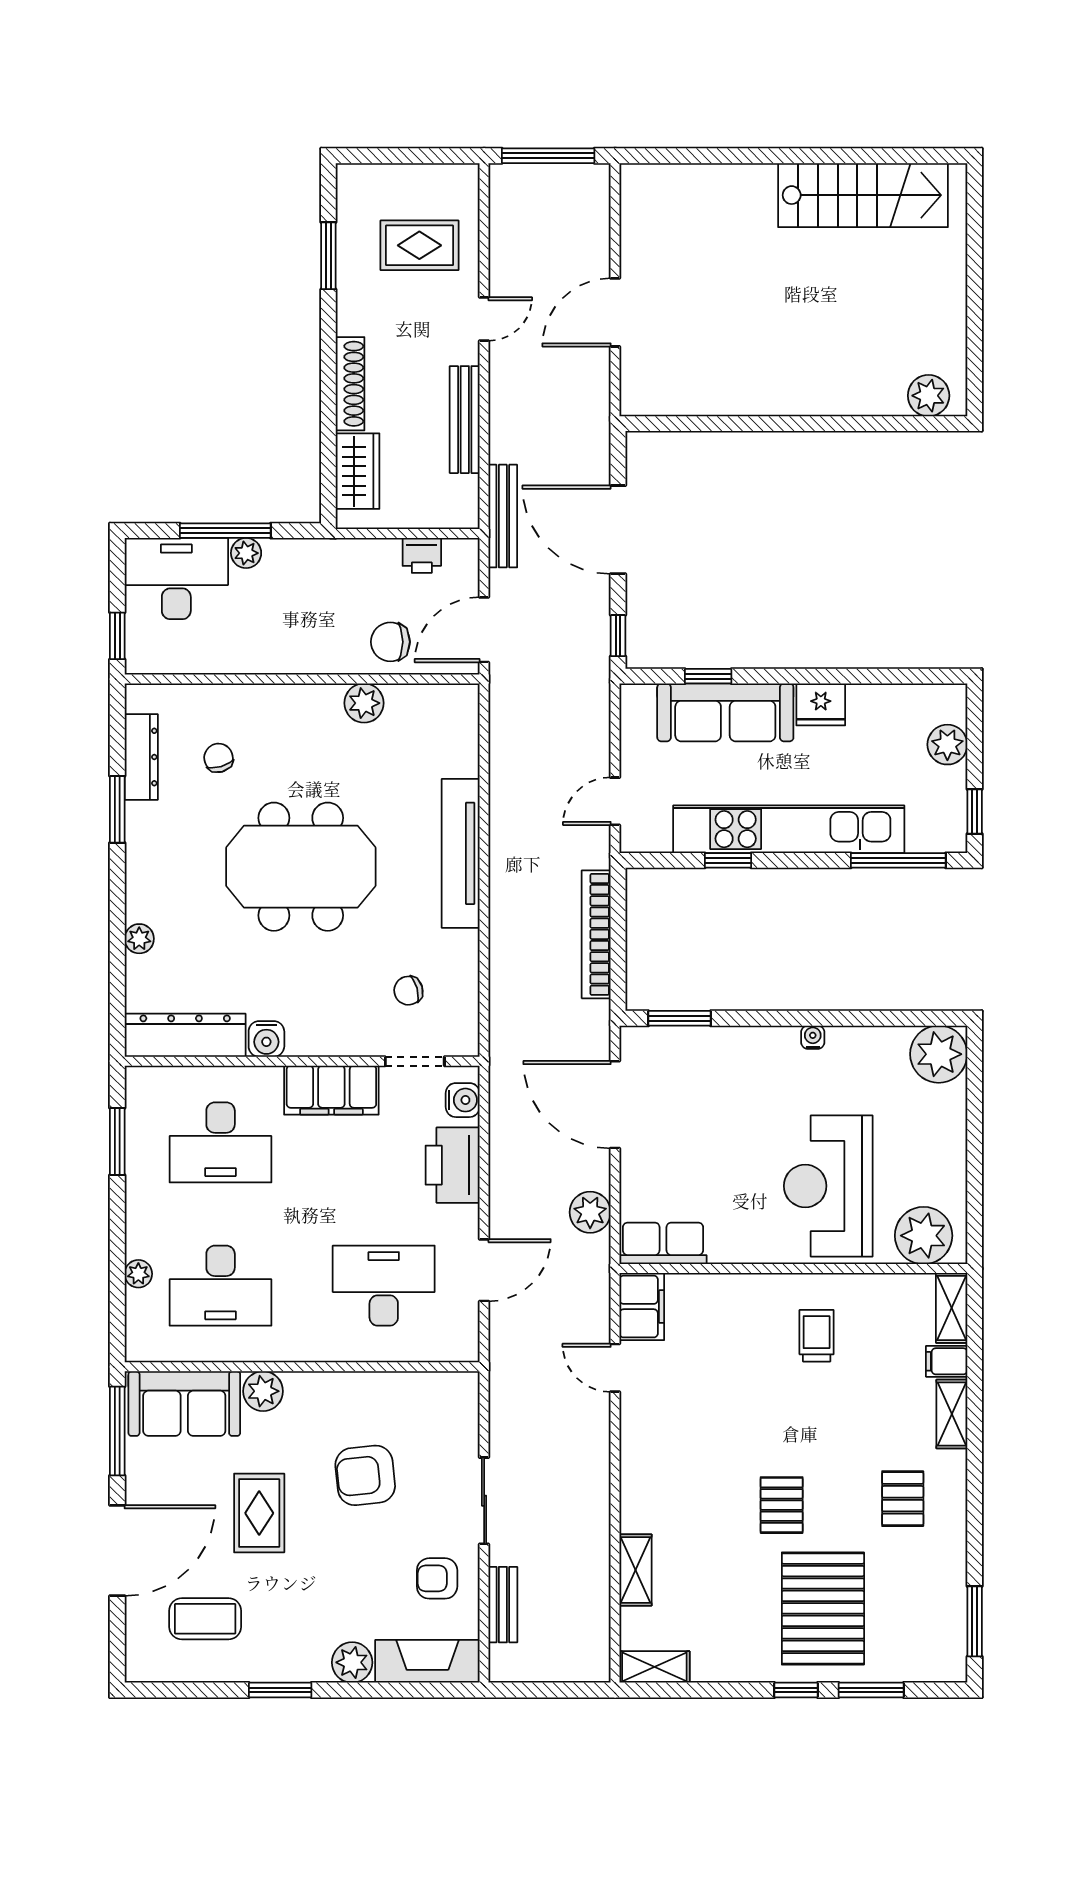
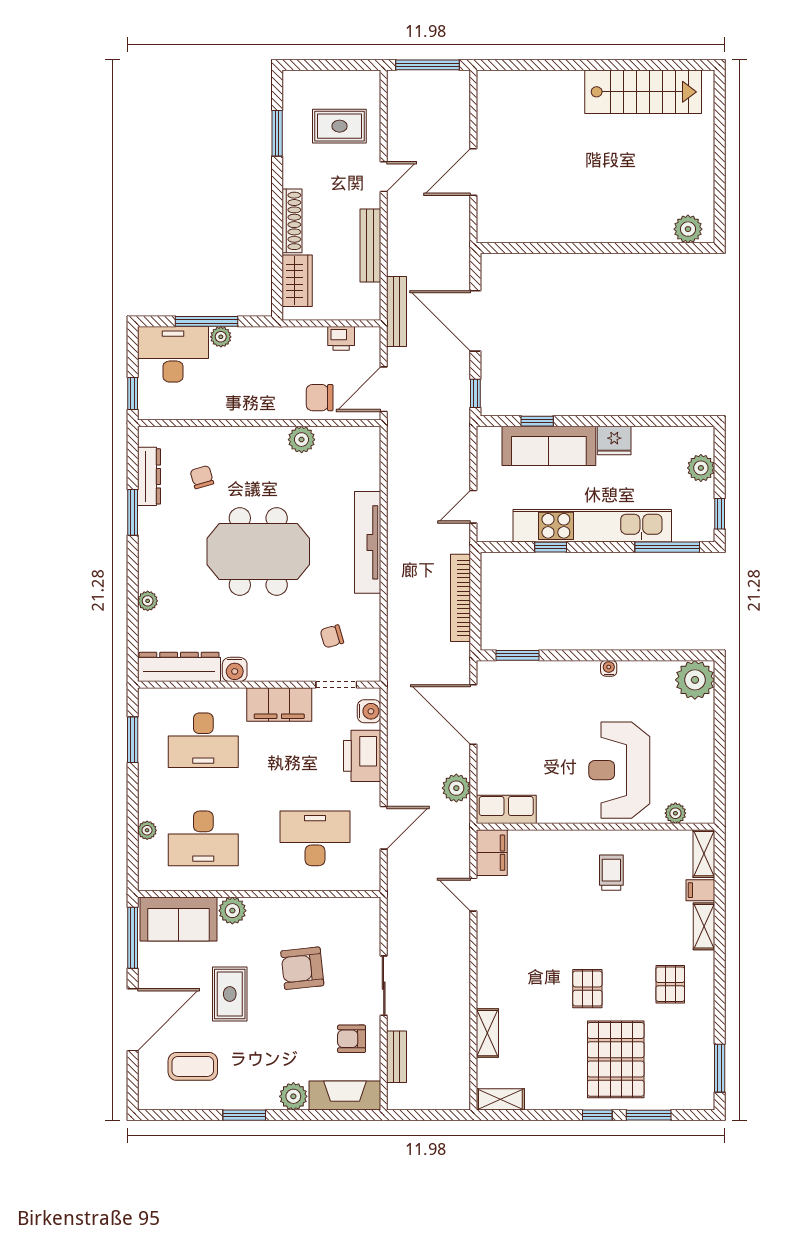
plant: (924, 1236) -> (675, 813), width x0.53, depth x0.53

